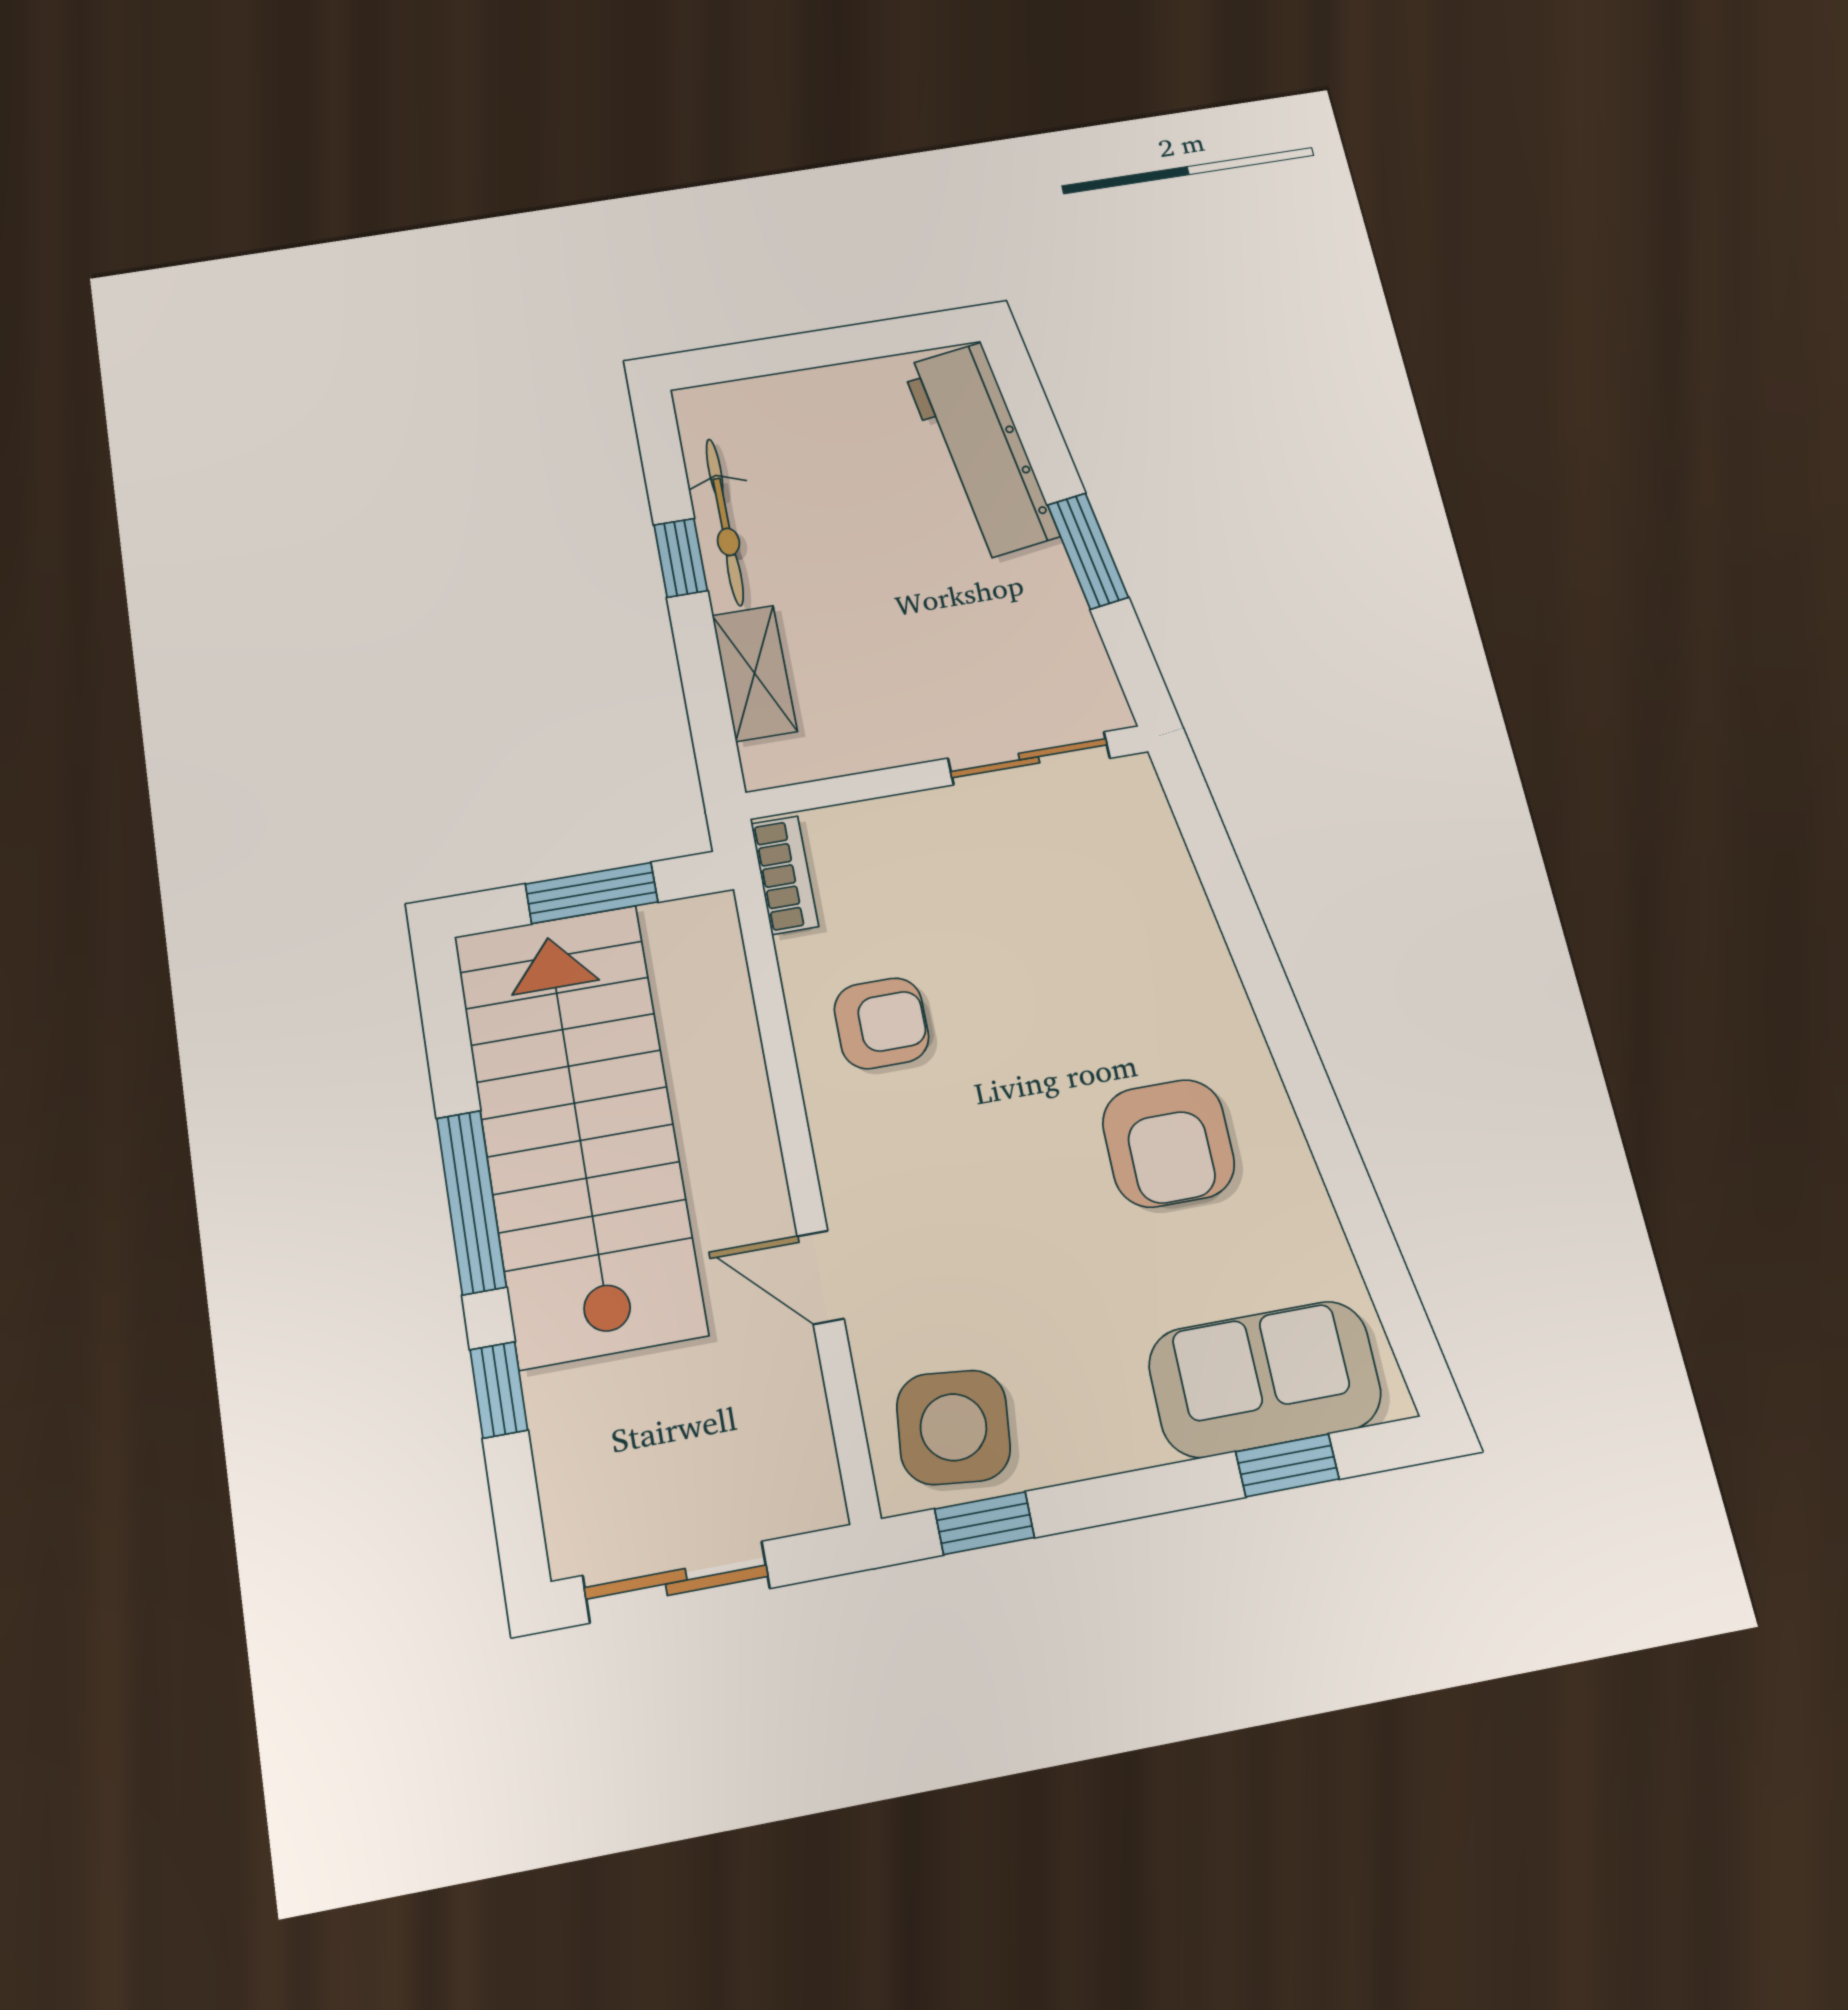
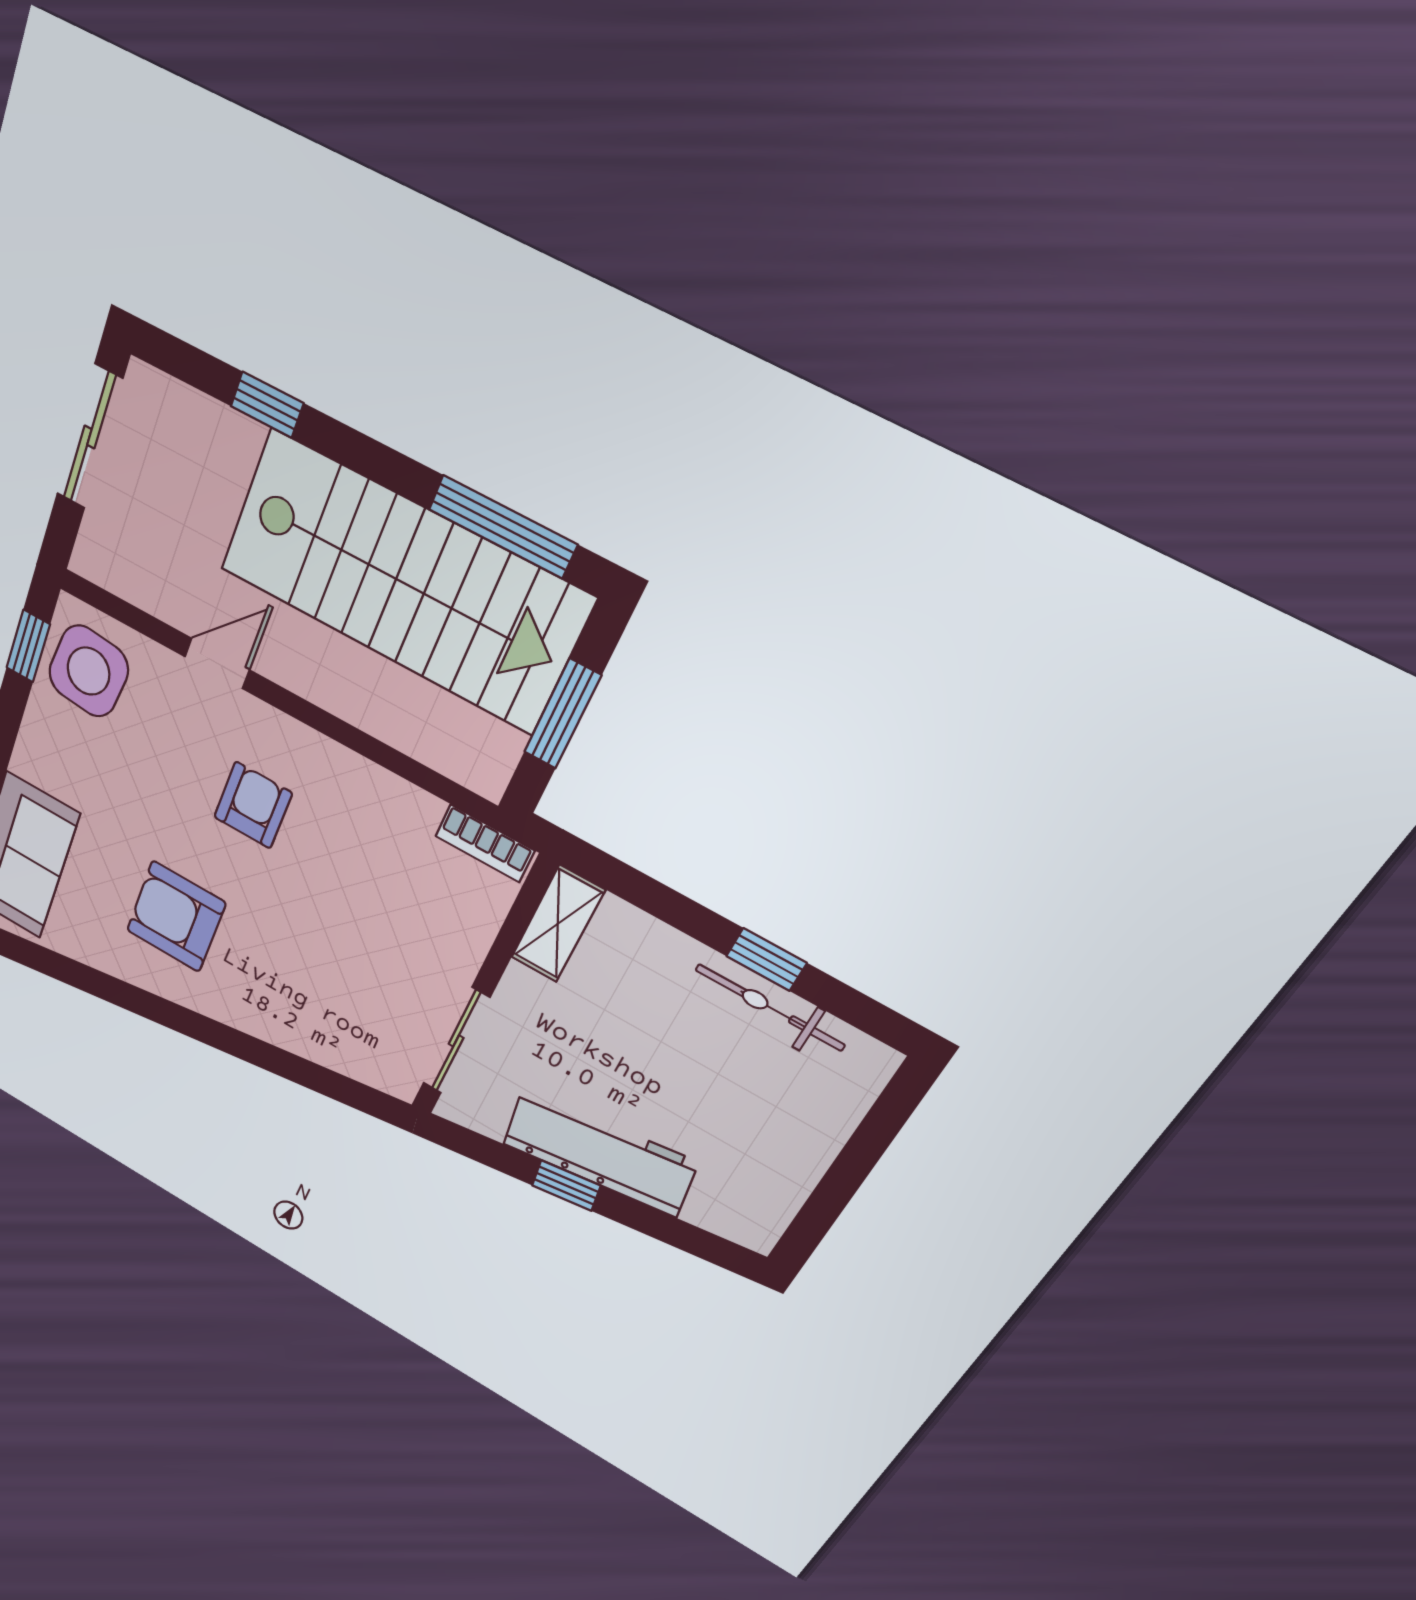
workbench: (980, 451) -> (599, 1153), moved
window: (1088, 551) -> (566, 1186), width x0.67
shelving: (755, 673) -> (558, 924), moved, turned 90
armchair: (881, 1023) -> (253, 805), moved, turned 180
window: (471, 1202) -> (503, 527), moved

